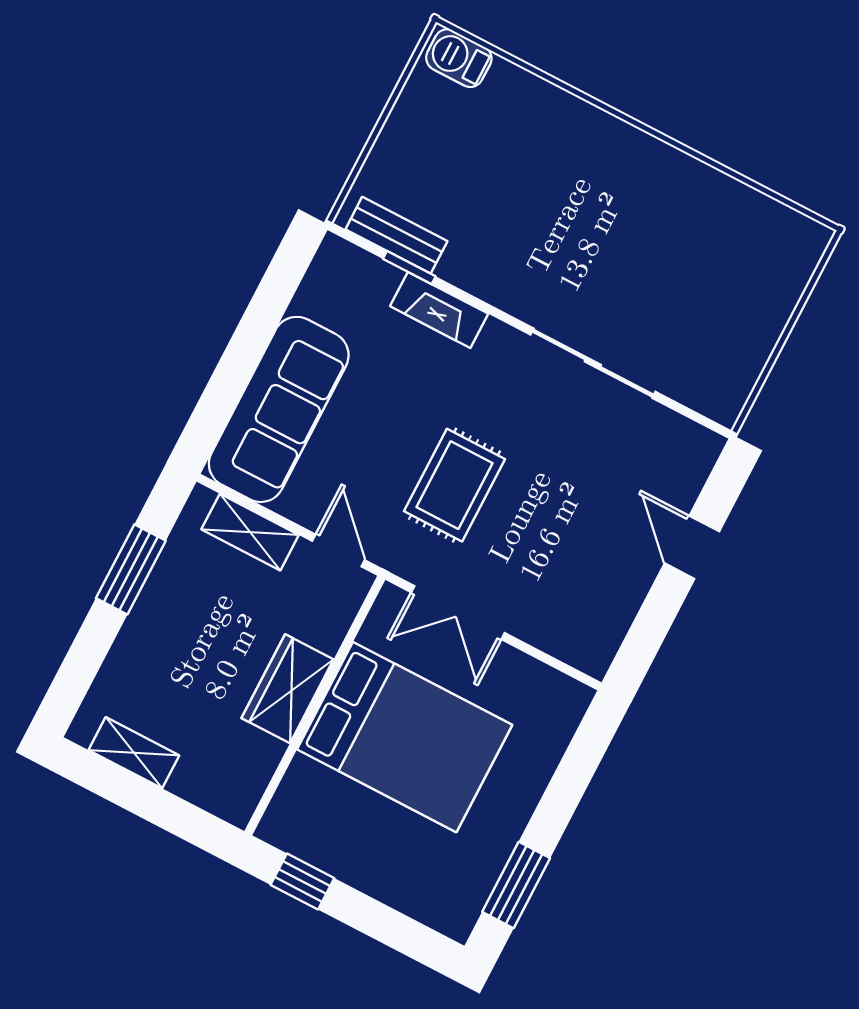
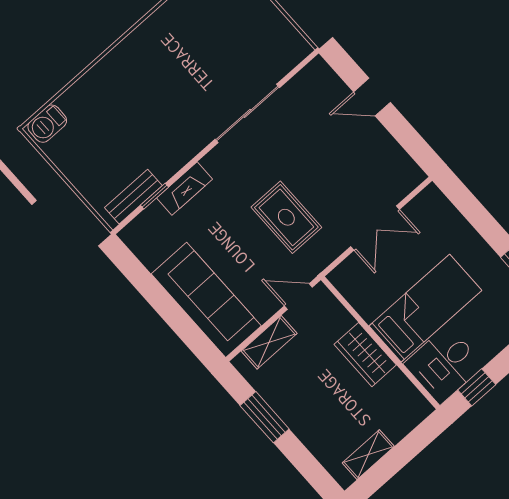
double door: (458, 613) -> (375, 228), moved
bed: (405, 737) -> (425, 308), width x0.67
desk: (318, 817) -> (444, 365), added

